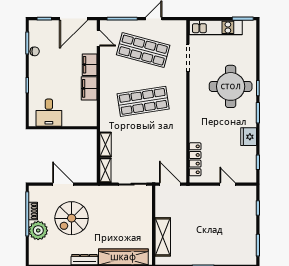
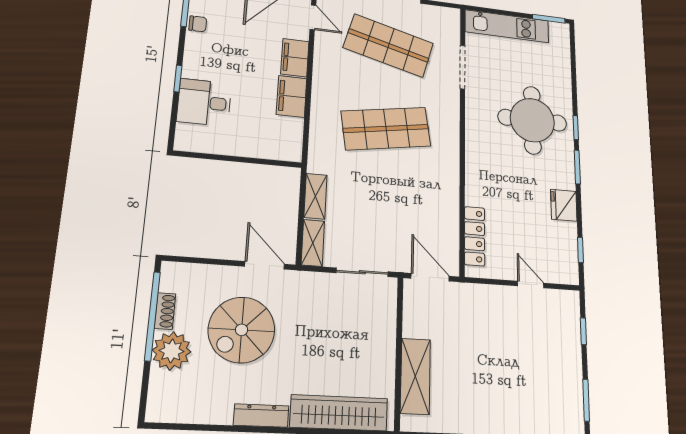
desk: (49, 113) -> (204, 102), moved, turned 90
door: (63, 184) -> (265, 265), moved

